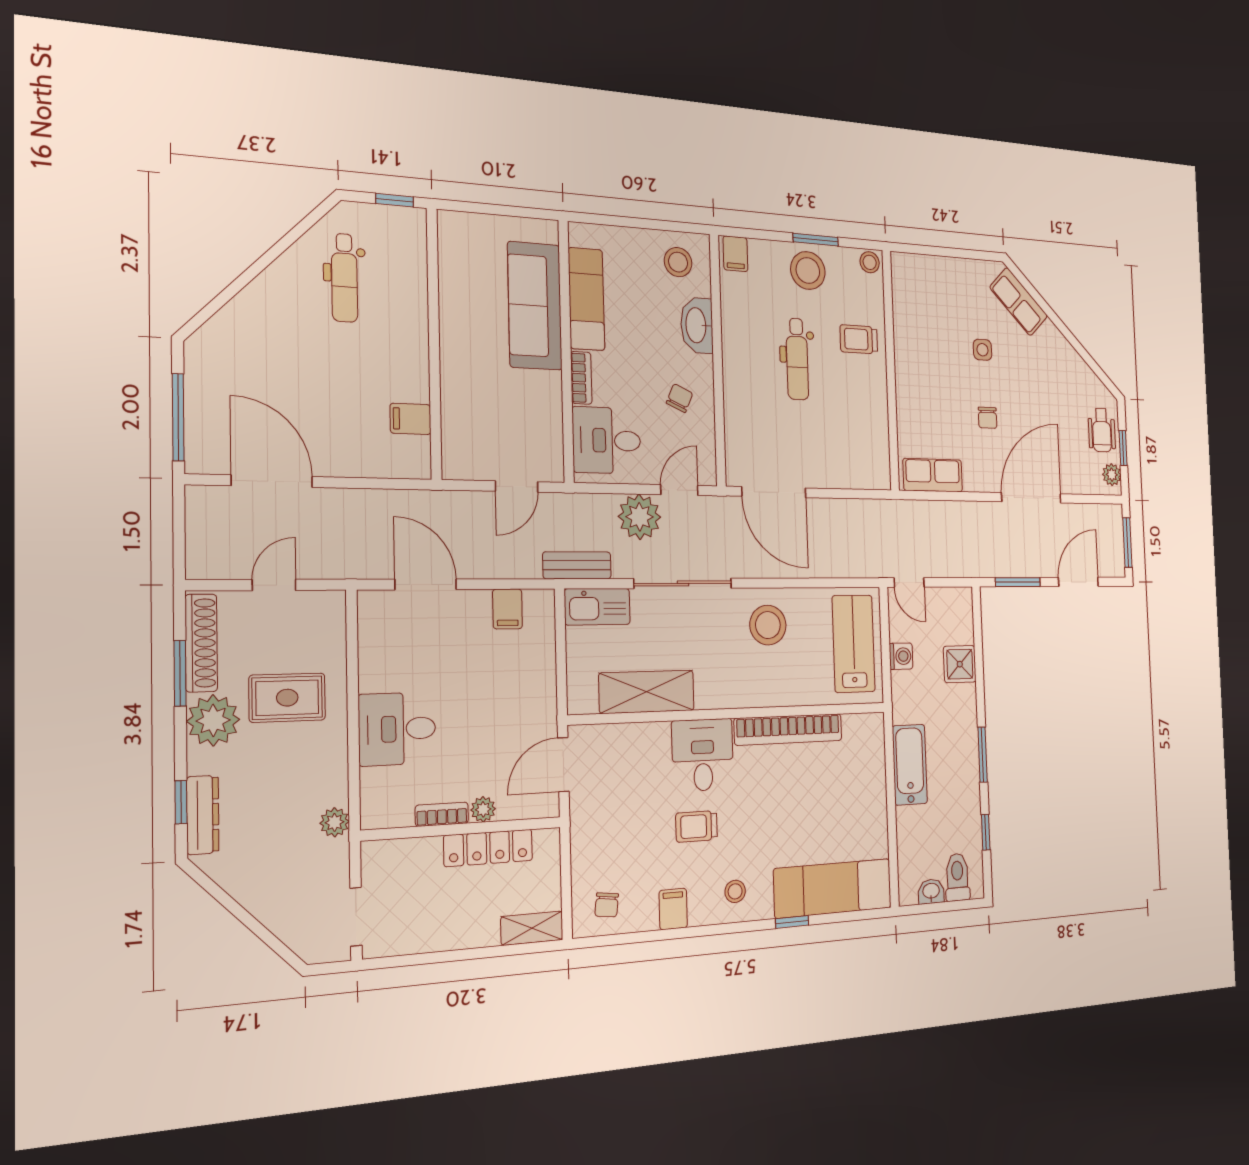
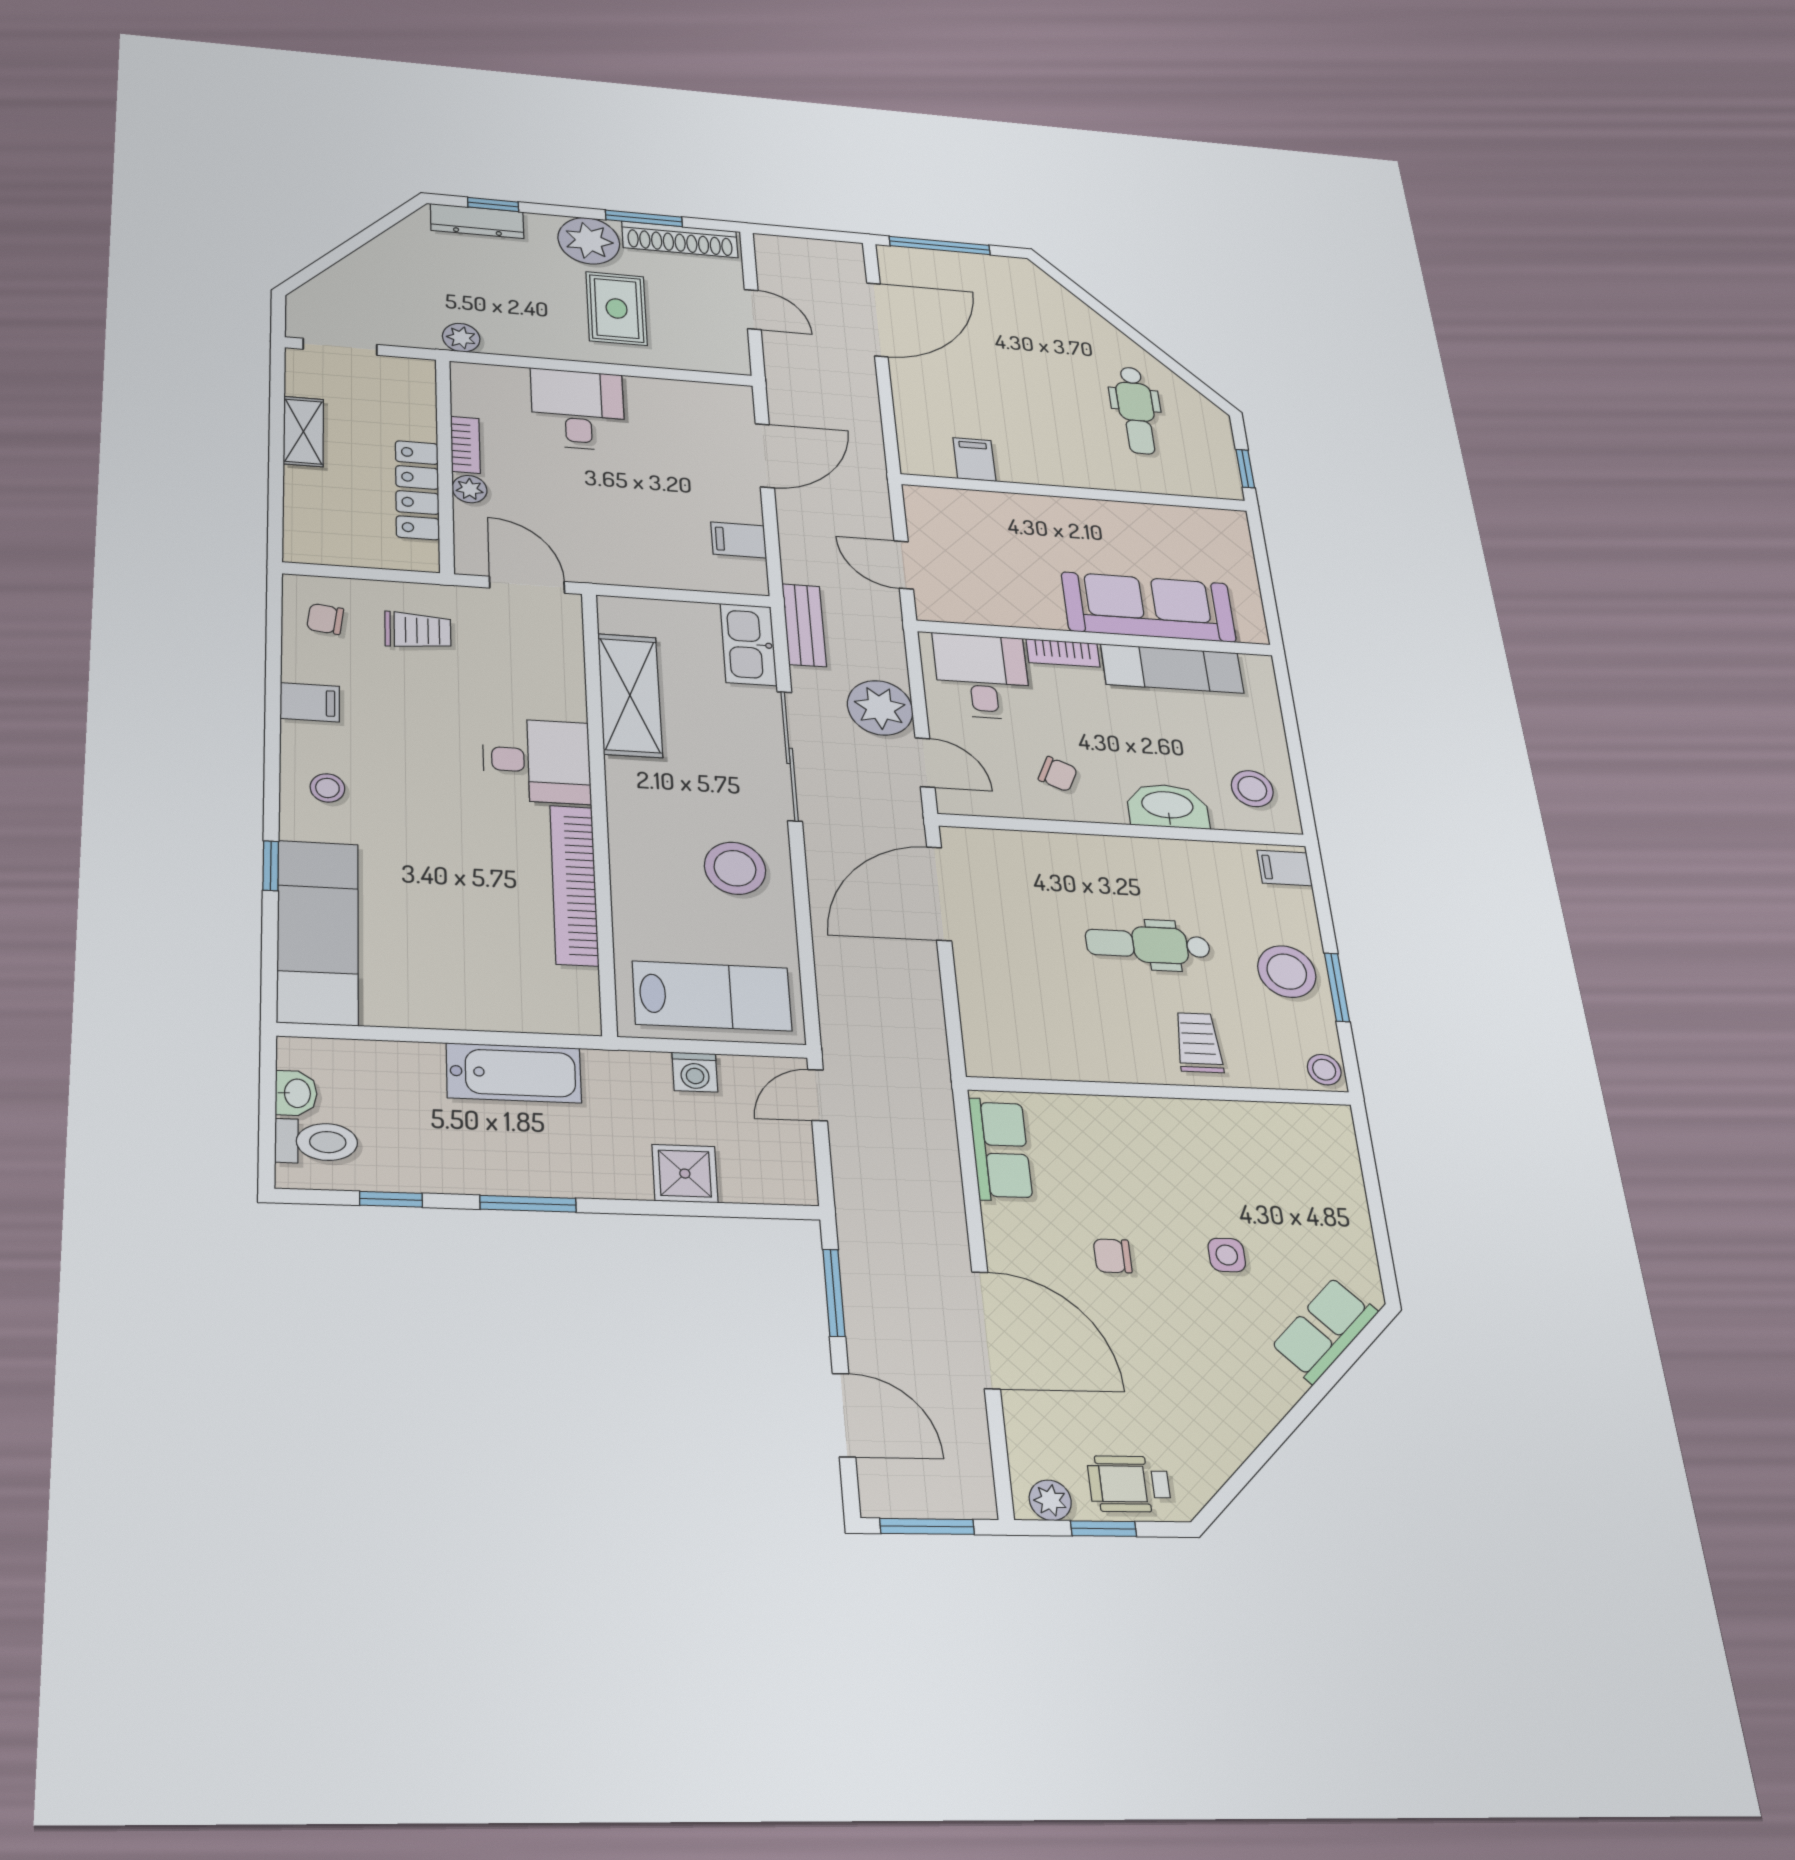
dental chair: (344, 278) -> (1136, 410), turned -90
trolley: (697, 826) -> (418, 631), moved, turned 90
shelving: (532, 928) -> (303, 431), moved

